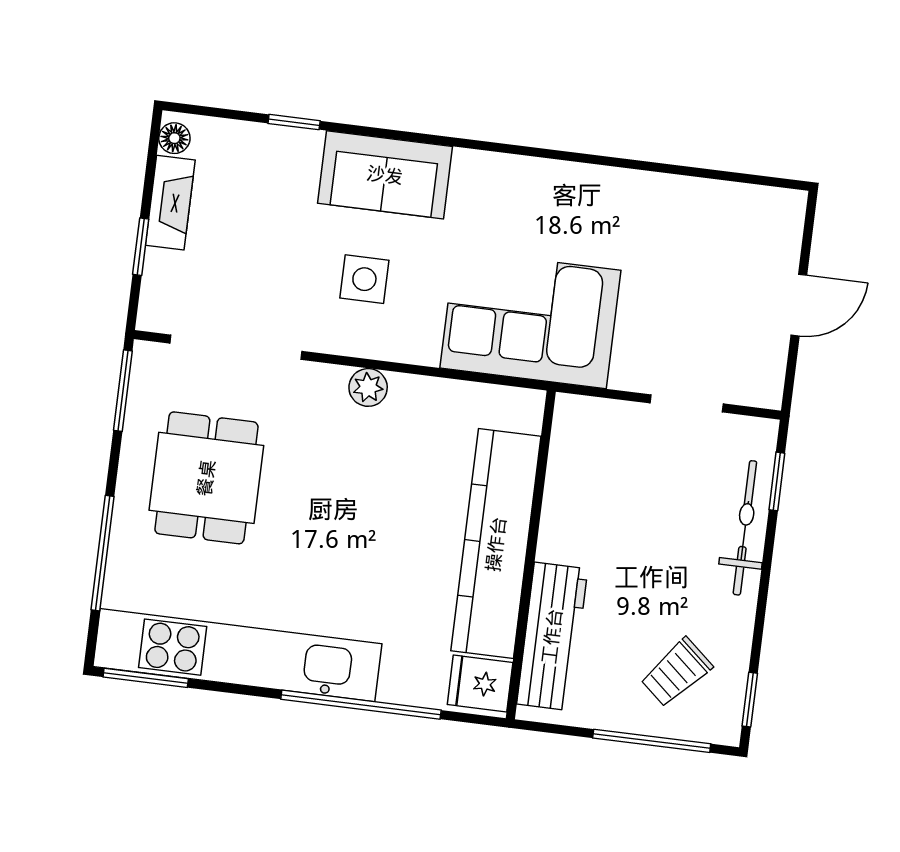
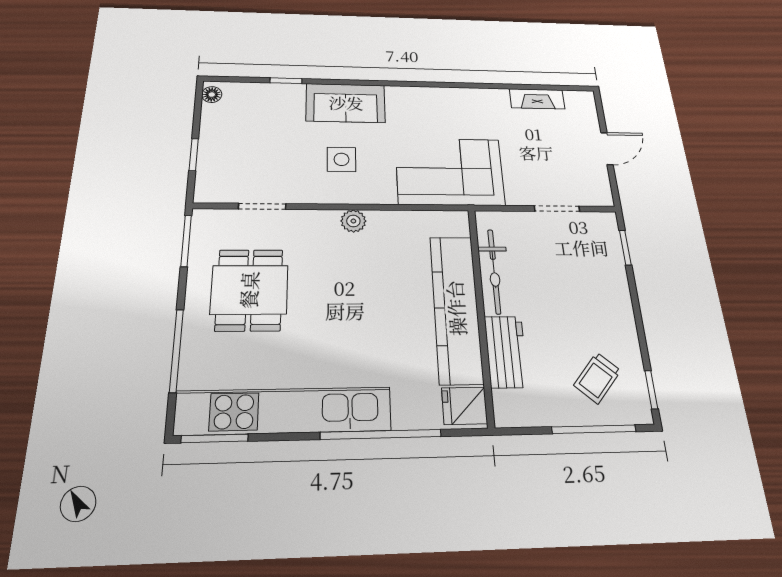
fireplace: (170, 203) -> (537, 99), moved, turned 90
doorway: (236, 347) -> (262, 206), width x0.53
bicycle: (745, 528) -> (494, 271), moved, turned 180
workbench: (552, 636) -> (506, 352), width x0.73

